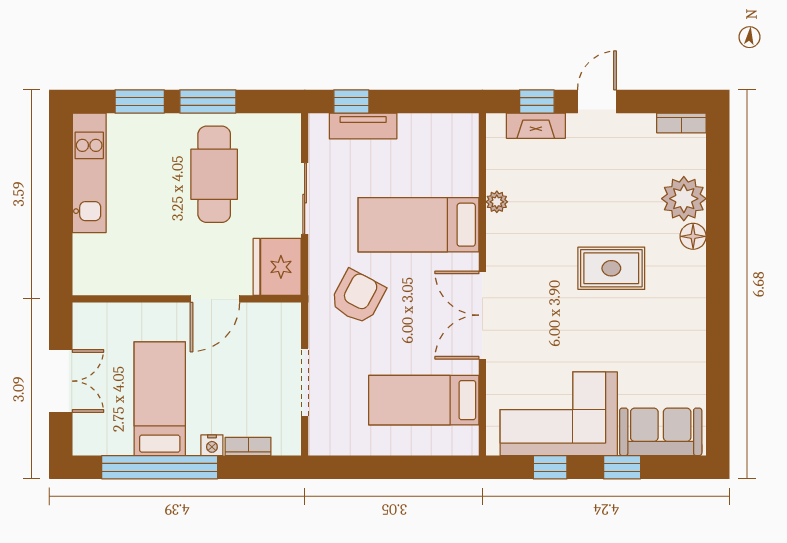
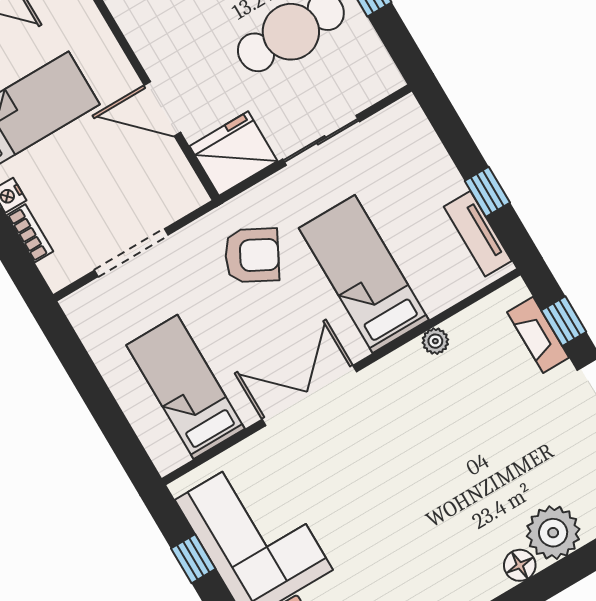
window: (351, 101) -> (487, 192), moved
tv unit: (363, 126) -> (478, 234), moved
rug: (611, 268) -> (437, 500), removed

